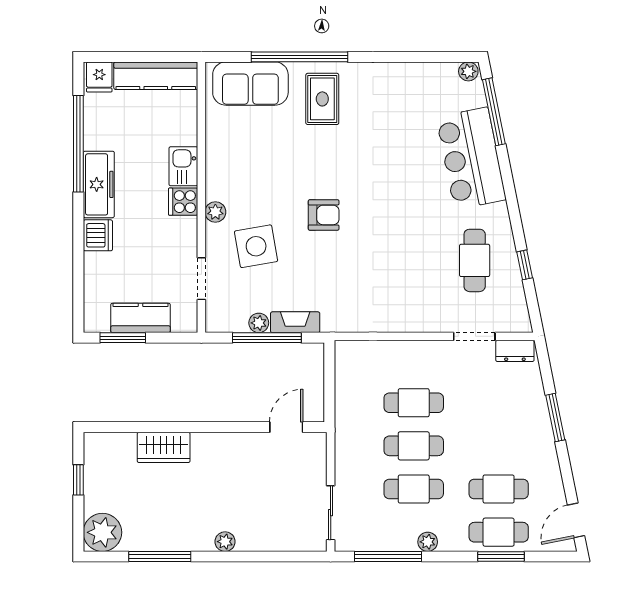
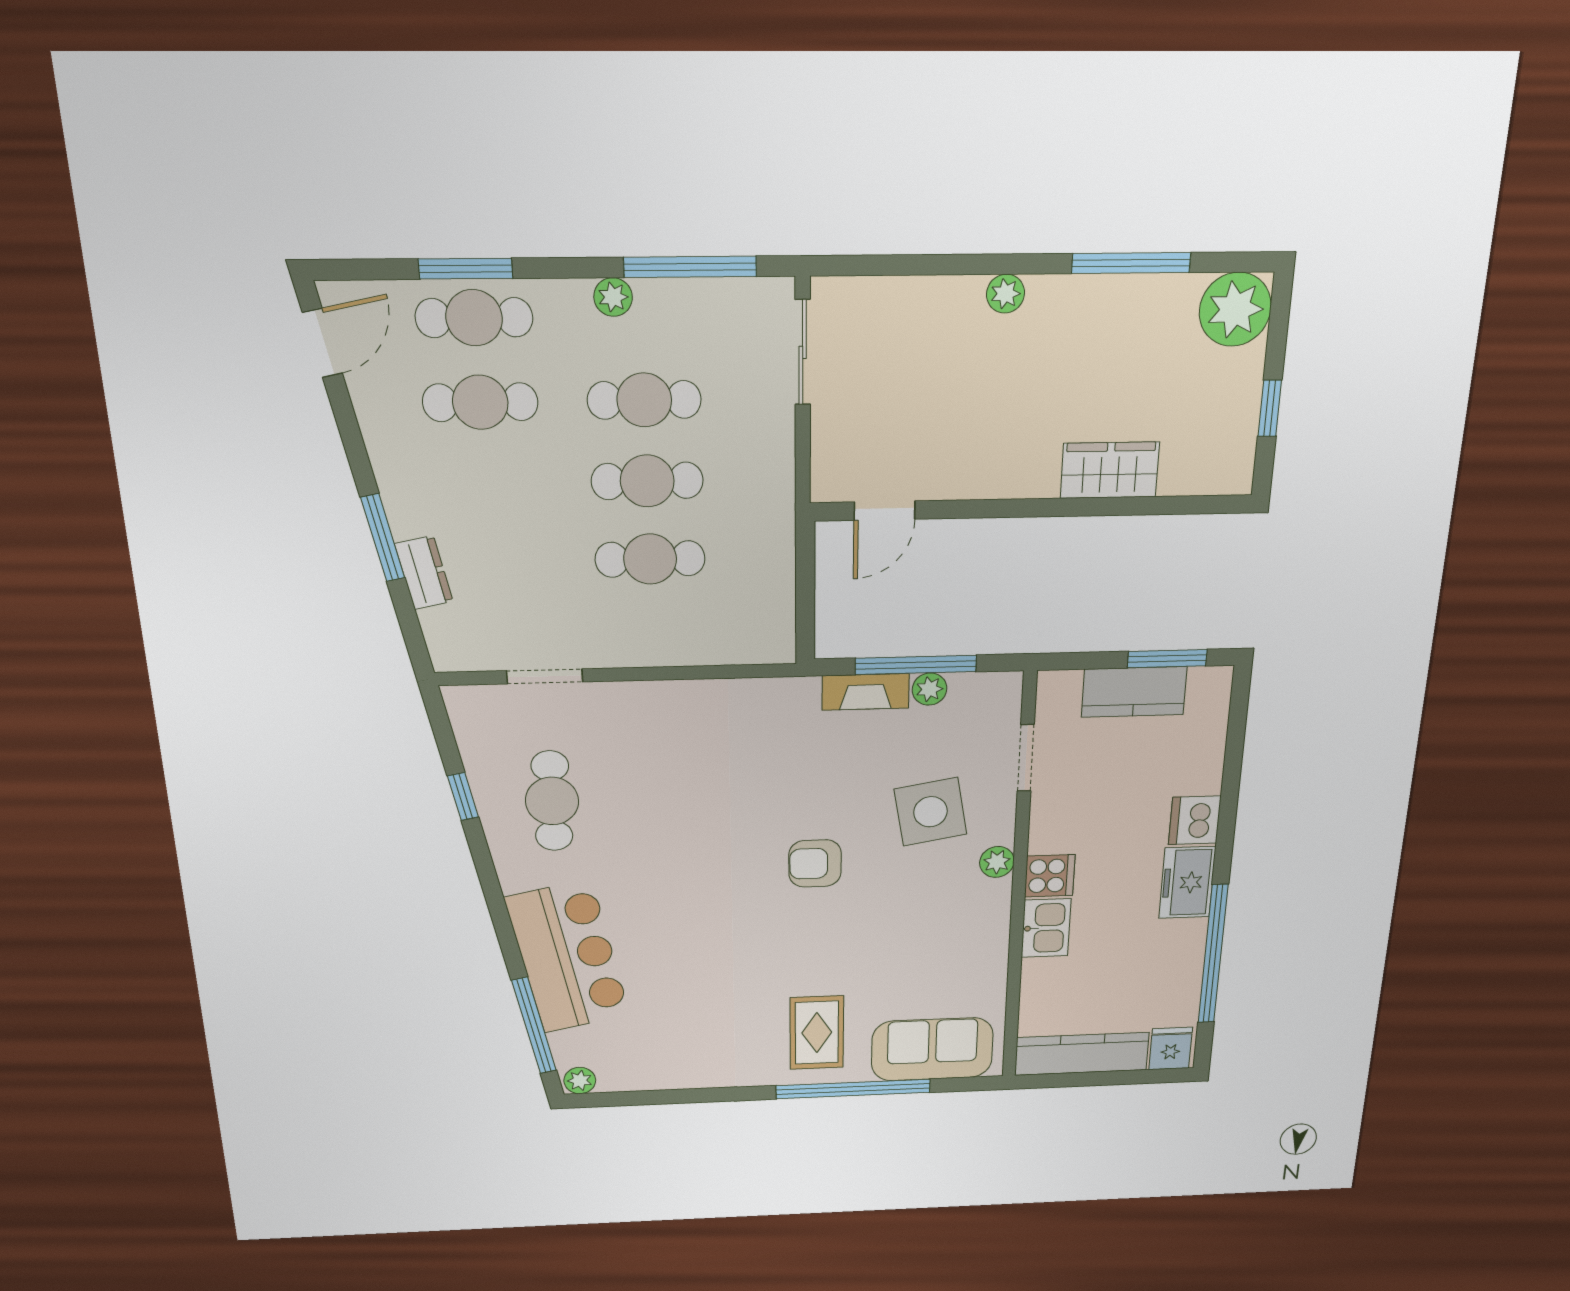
freezer: (99, 184) -> (1187, 882), width x0.71
dresser: (515, 351) -> (424, 573), moved, turned 79

